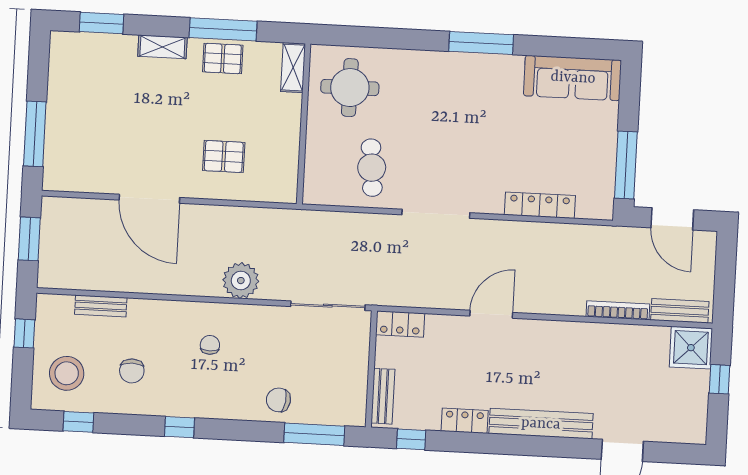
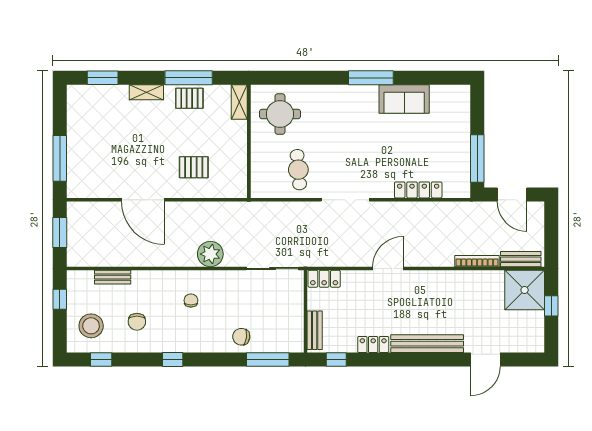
sofa: (573, 78) -> (404, 99), moved, width x0.73
shower: (691, 348) -> (525, 290), width x1.37, depth x1.37

